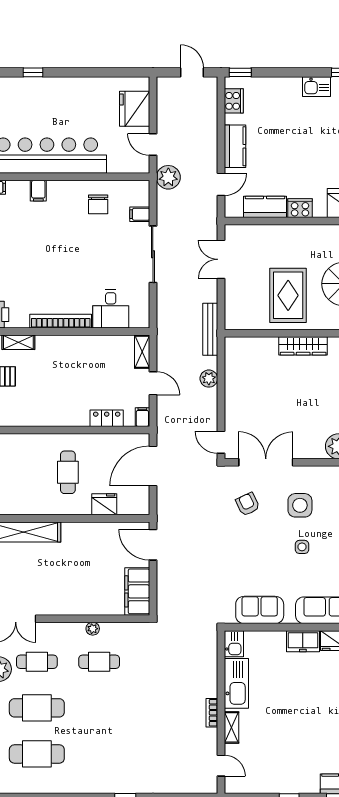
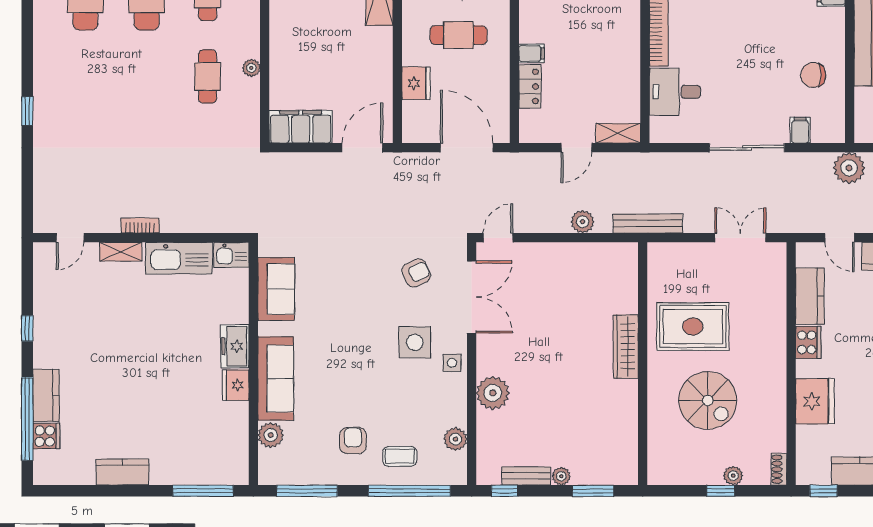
filing cabinet: (142, 417) -> (531, 53), moved
side table: (302, 547) -> (452, 363), moved

